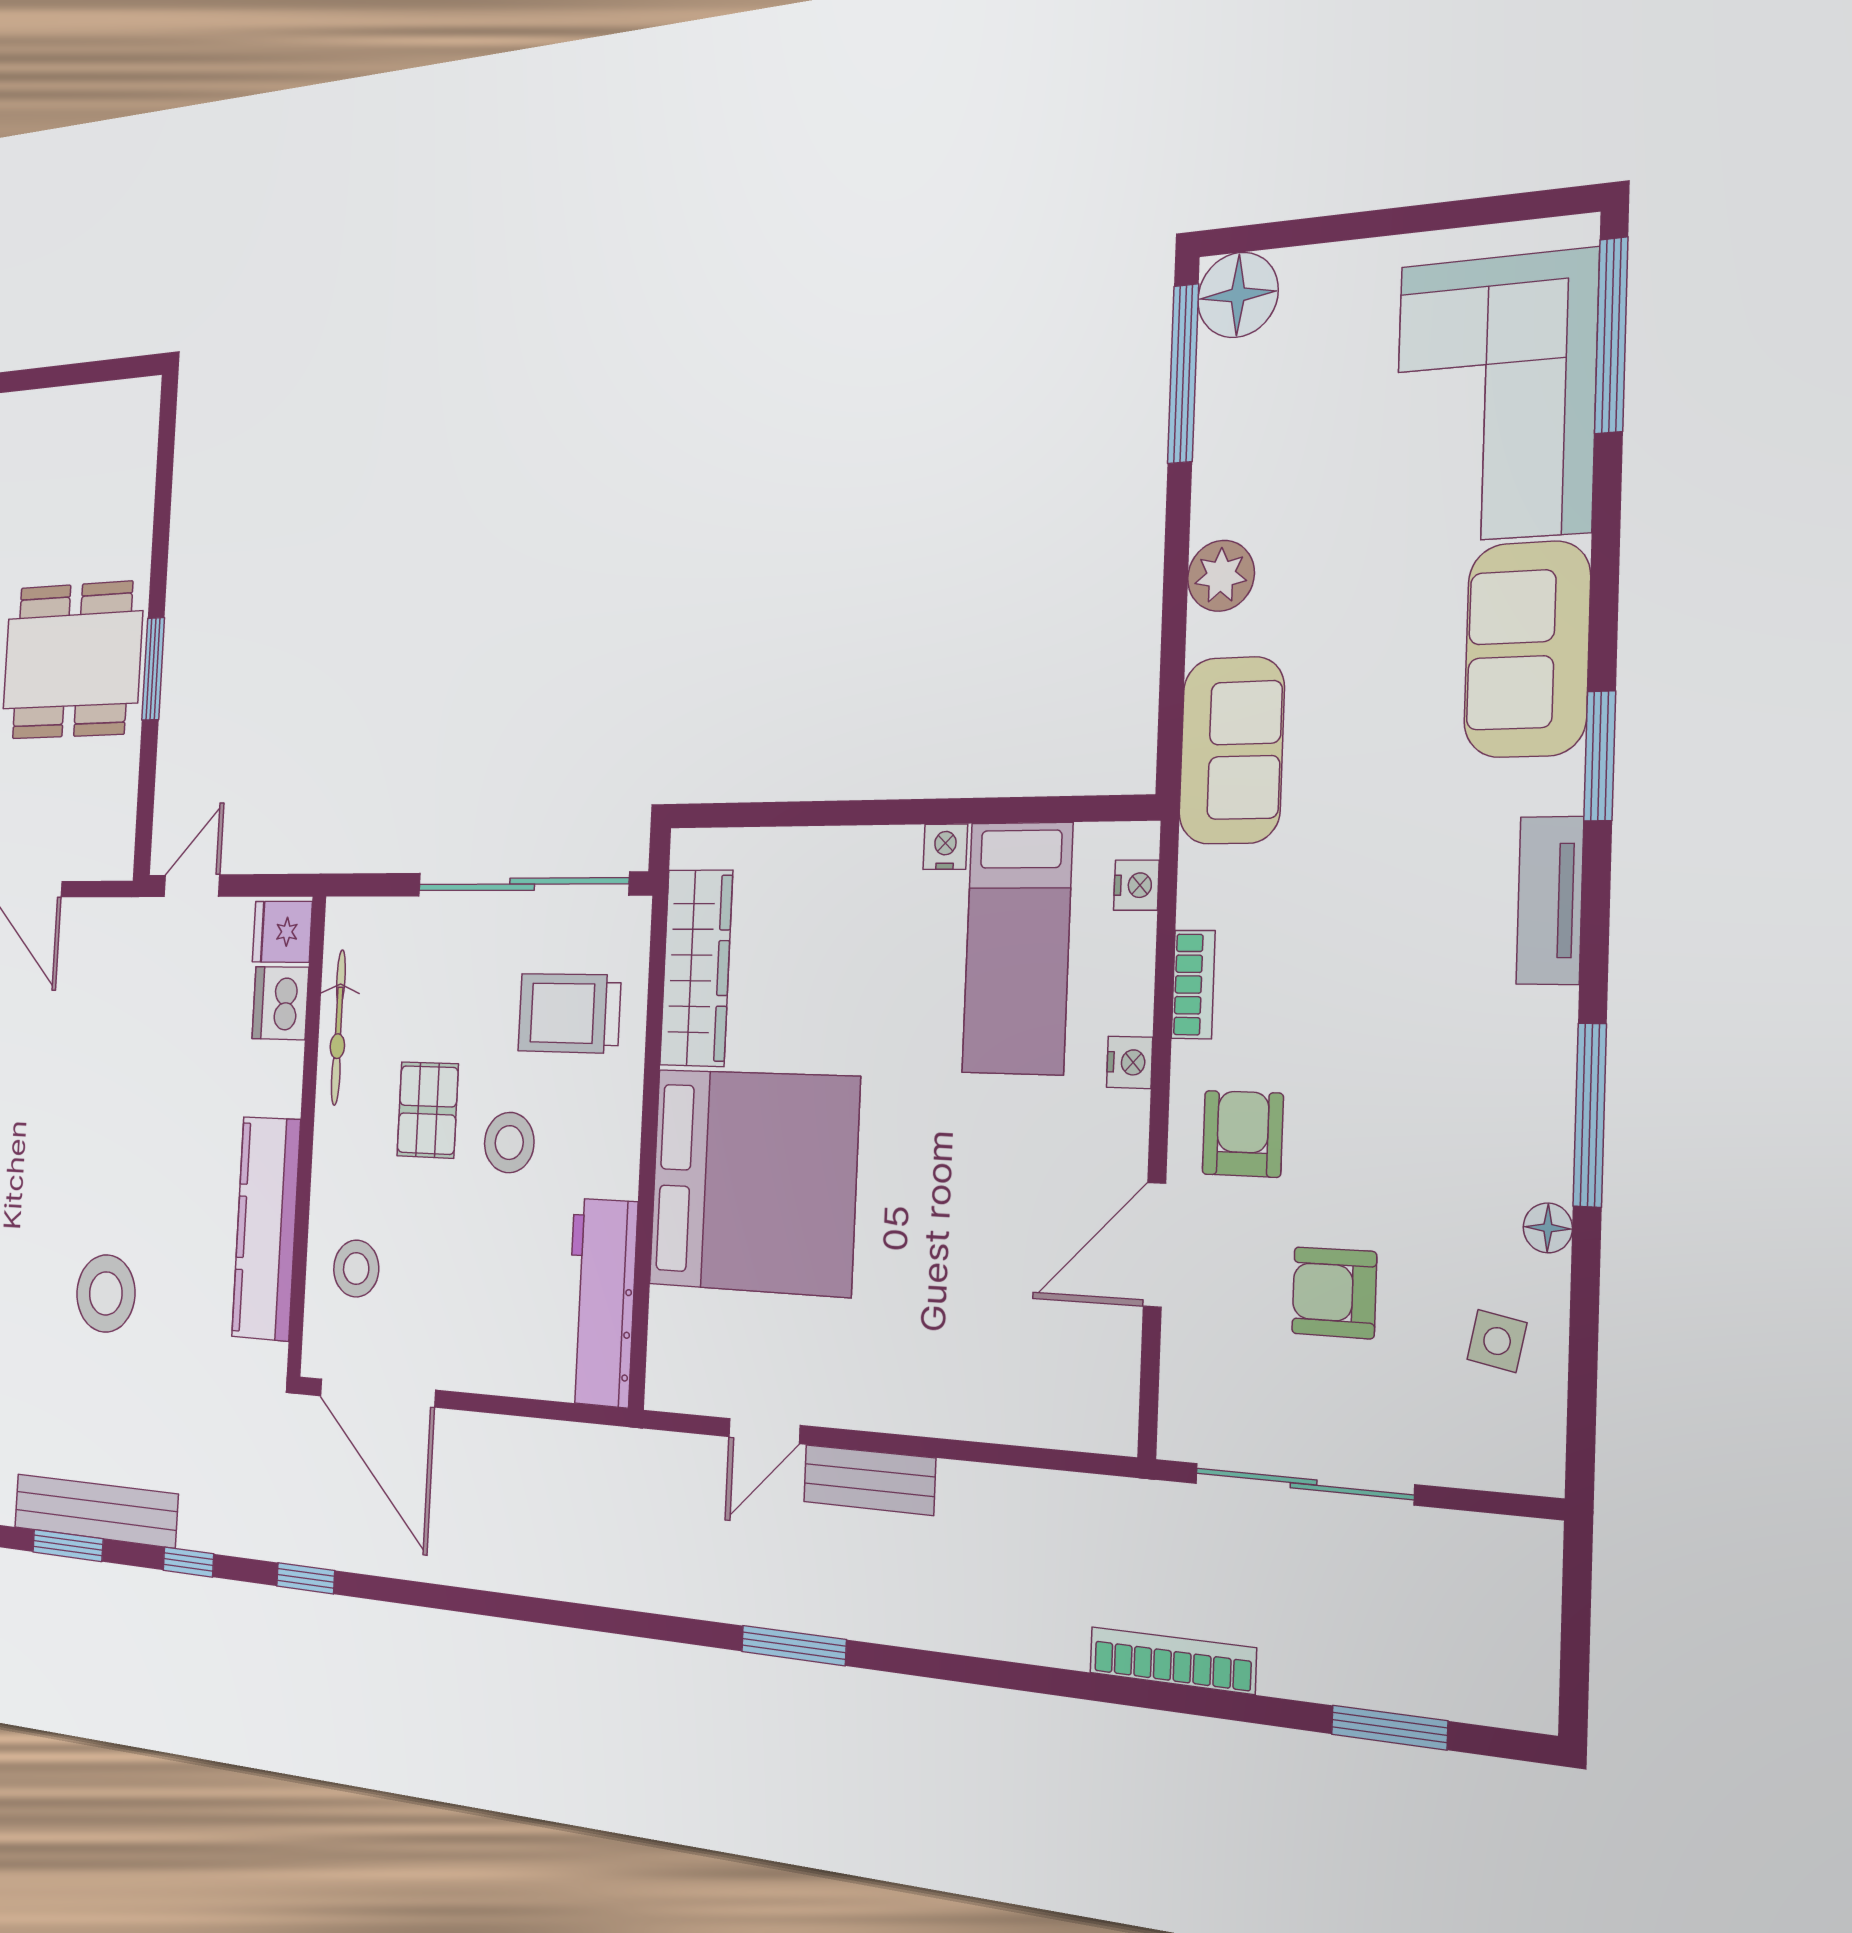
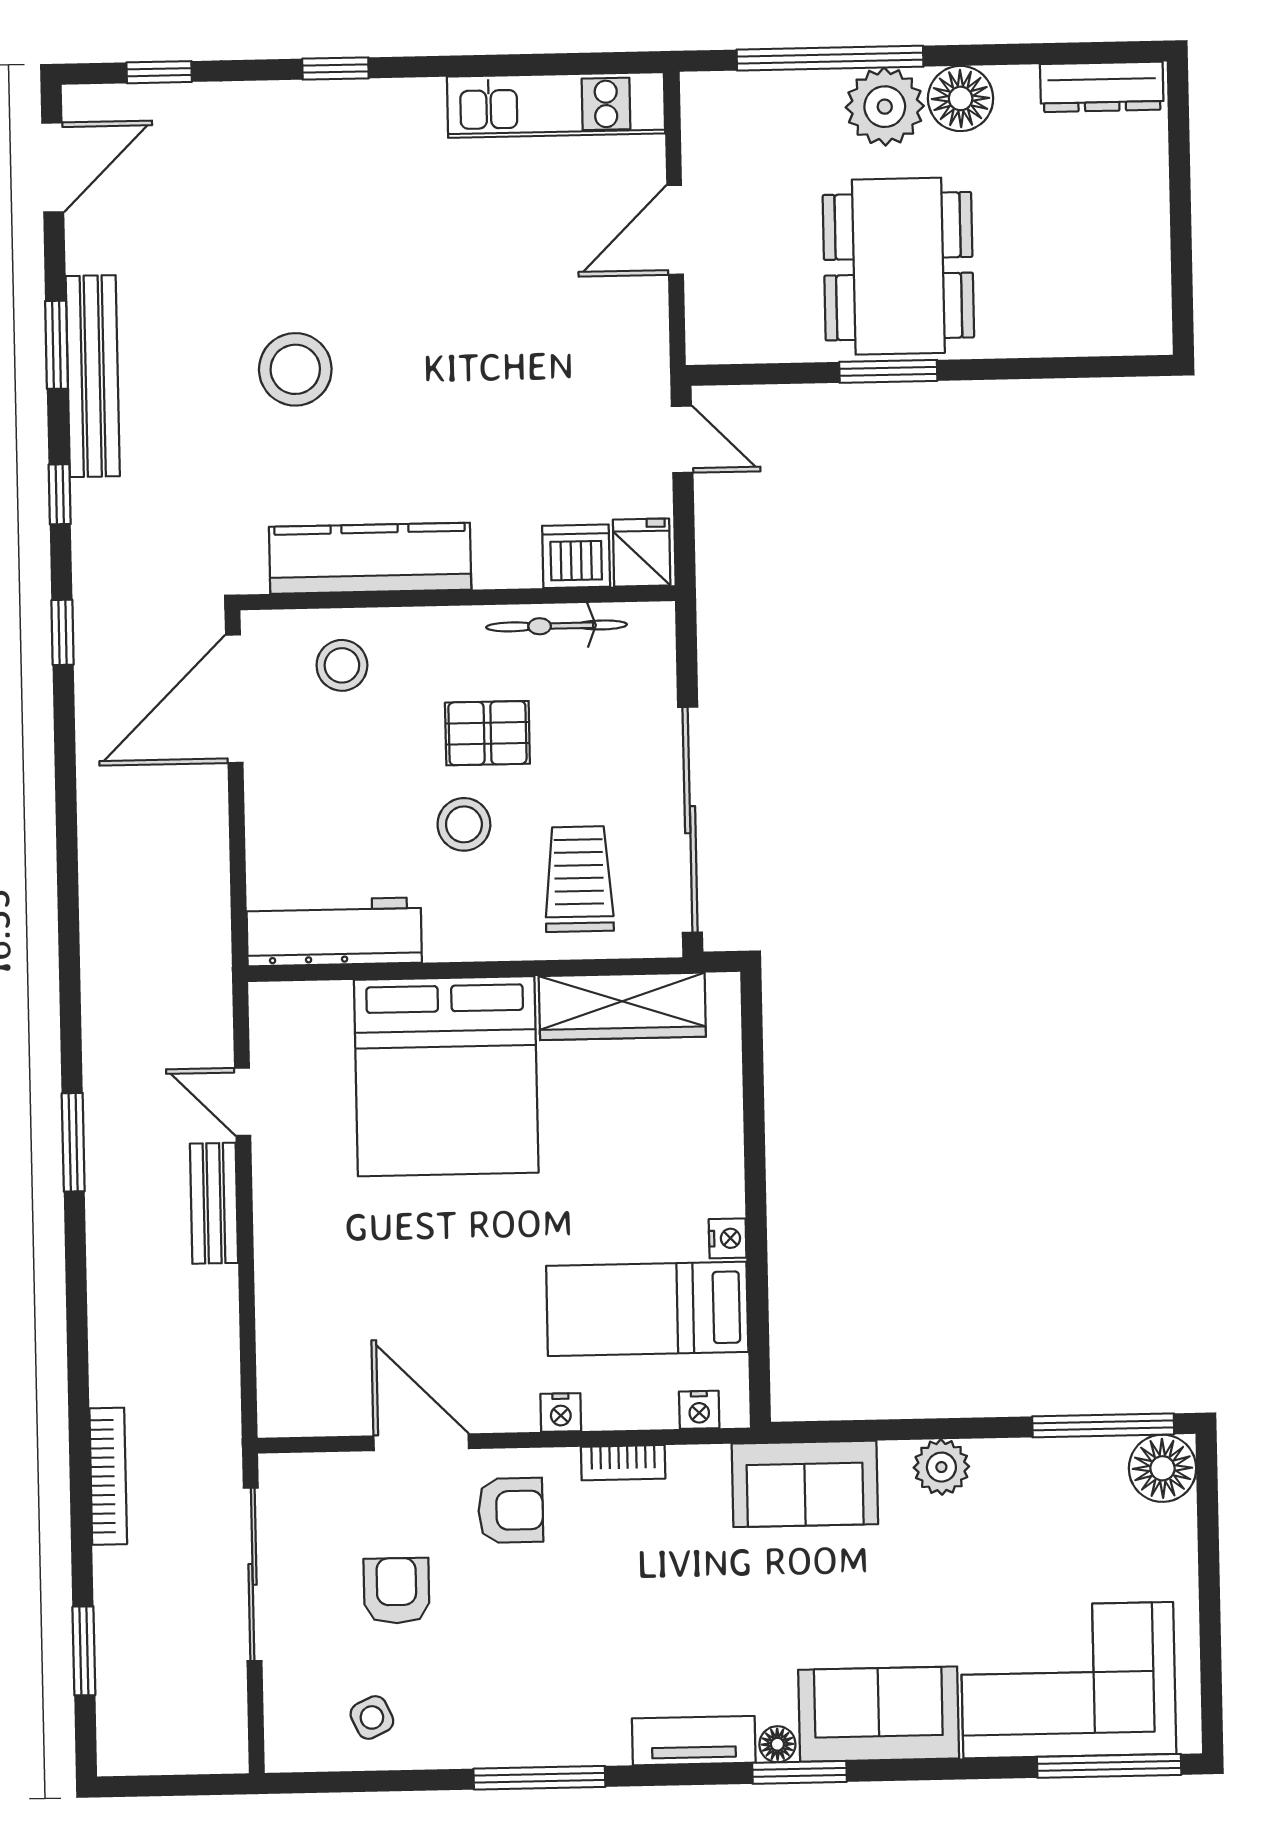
floor lamp: (1548, 1228) -> (777, 1744), moved
side table: (1497, 1341) -> (372, 1717), turned -36

